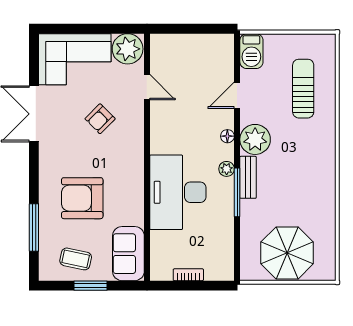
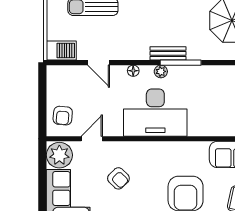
armchair: (174, 53) -> (63, 116), added
plant: (255, 139) -> (136, 47), removed
desk: (178, 192) -> (155, 113), moved

